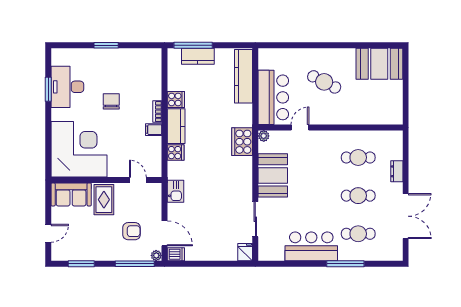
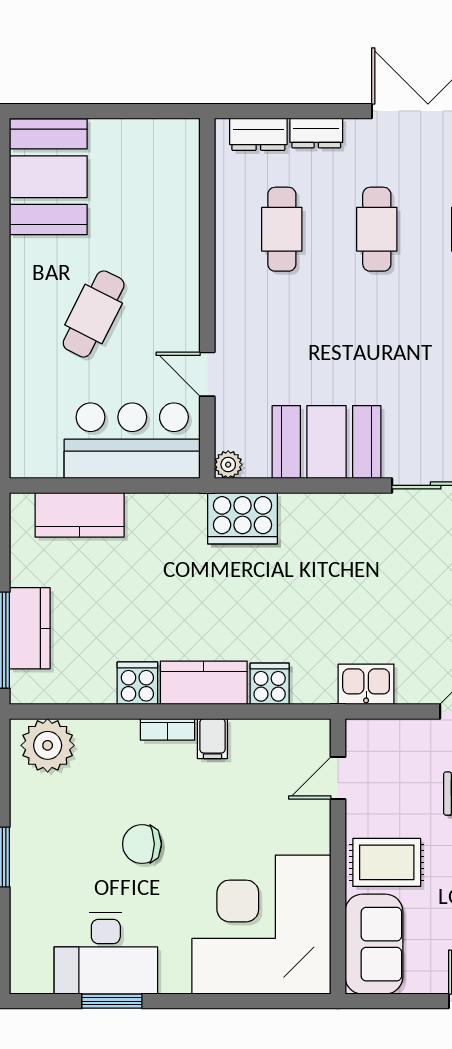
plant: (151, 63) -> (48, 745), added
kitchen counter: (243, 76) -> (80, 515), width x0.67
dresser: (396, 148) -> (258, 134), added

